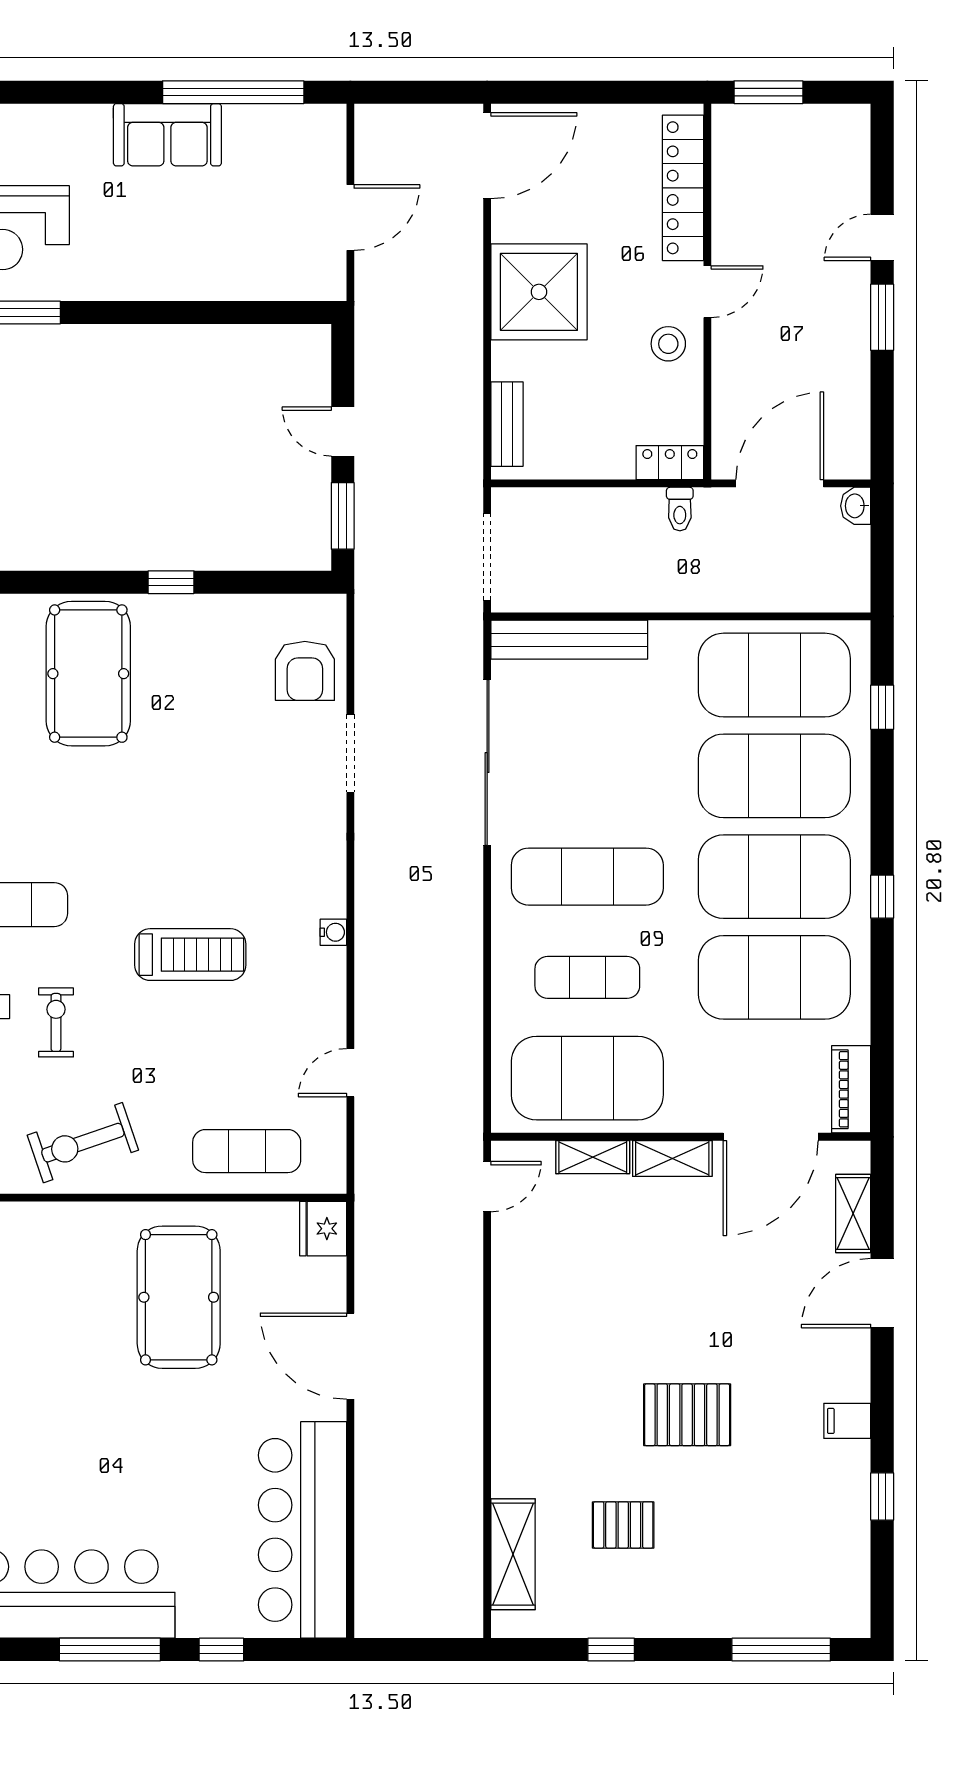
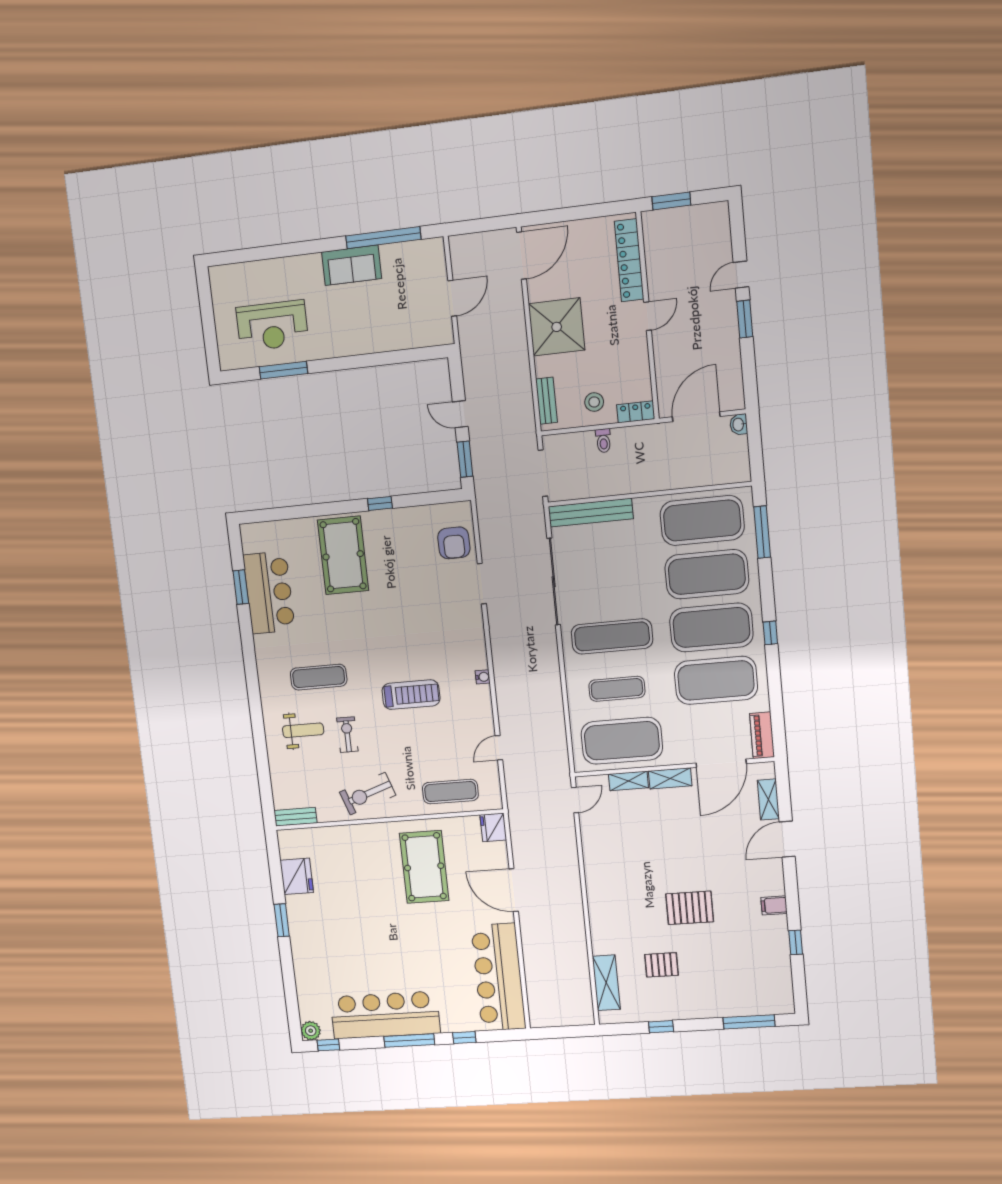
stool: (668, 344) -> (594, 402), moved
toilet: (680, 509) -> (603, 441), moved
window: (882, 707) -> (762, 532), width x2.17

